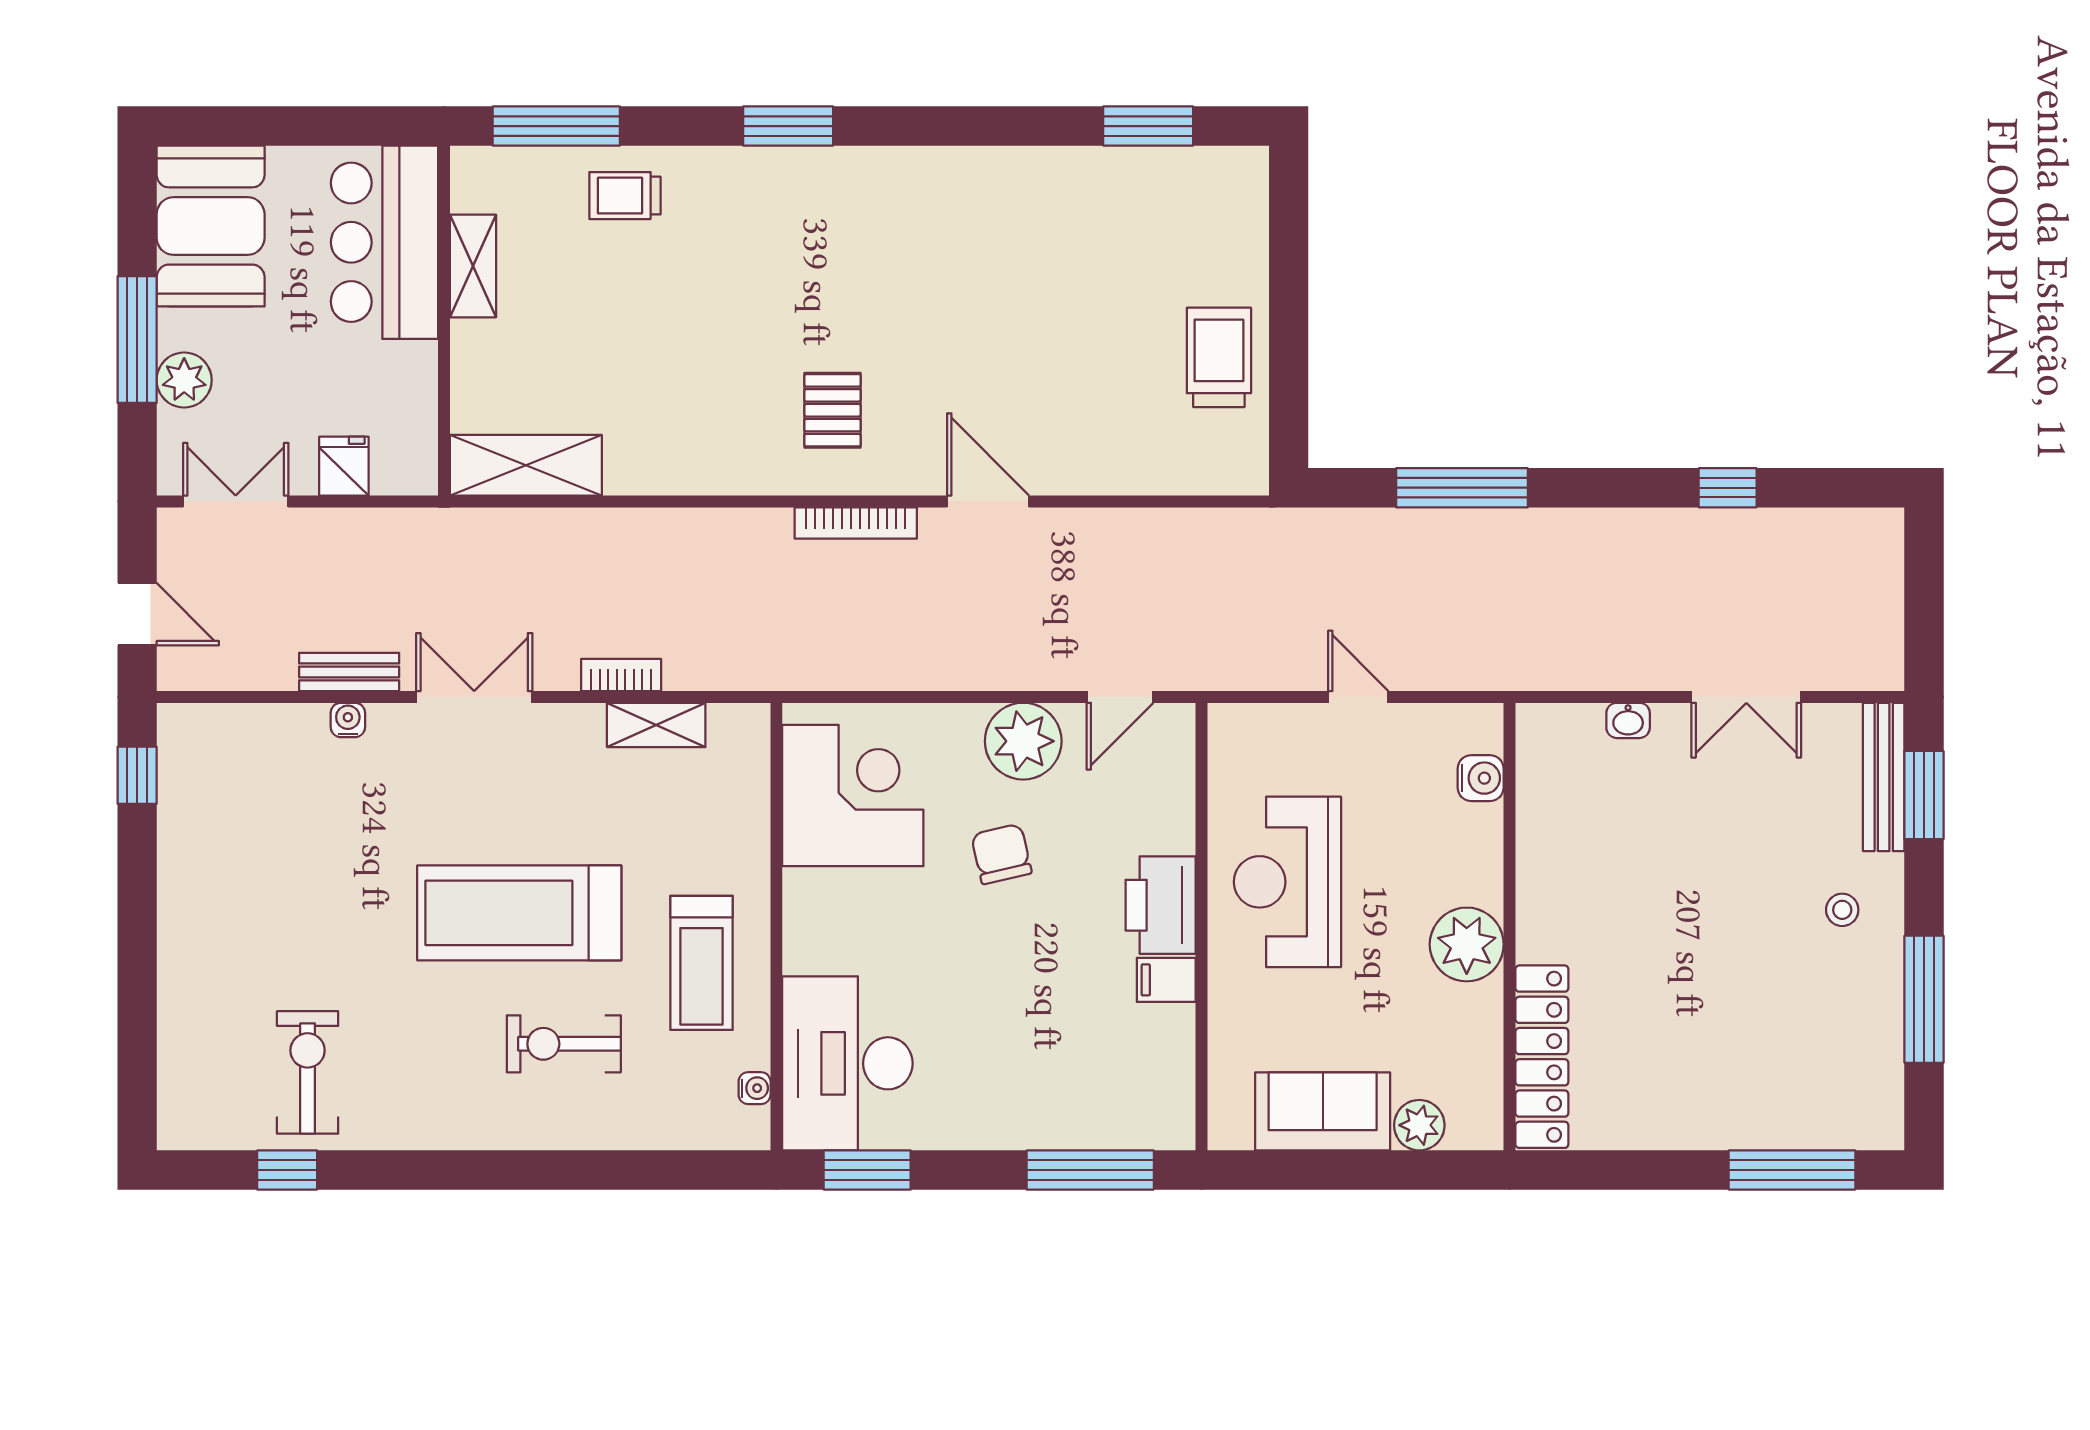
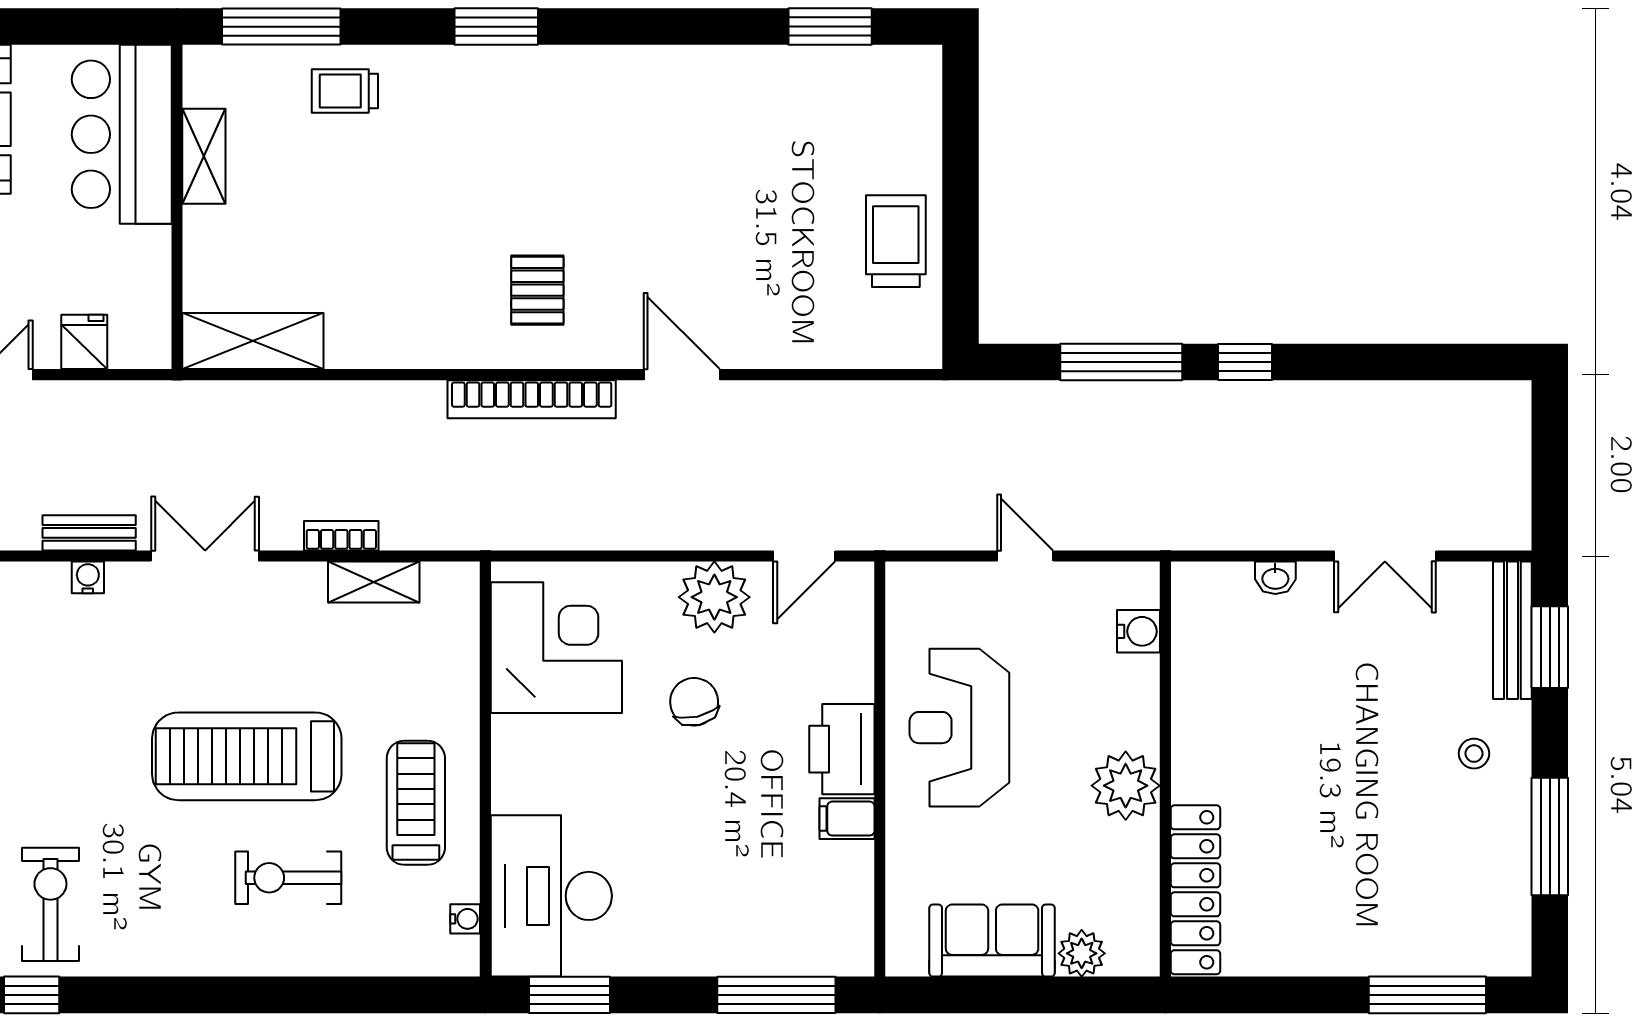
window: (1728, 488) -> (1245, 362), moved
bookcase: (856, 523) -> (532, 399), width x1.48, depth x1.31
treadmill: (701, 963) -> (416, 803), turned 180

